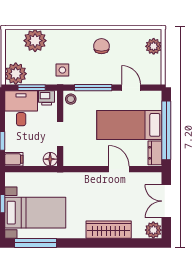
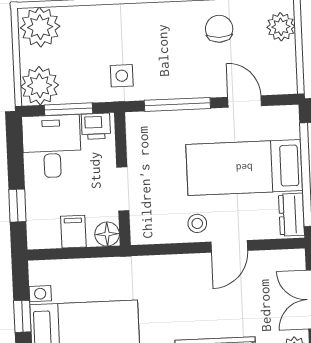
plant: (35, 41) -> (40, 27), moved
chair: (101, 46) -> (219, 29), moved
stool: (71, 99) -> (197, 223), moved
filing cabinet: (14, 159) -> (73, 232), moved, turned -90
door: (119, 169) -> (229, 246), swing flipped

